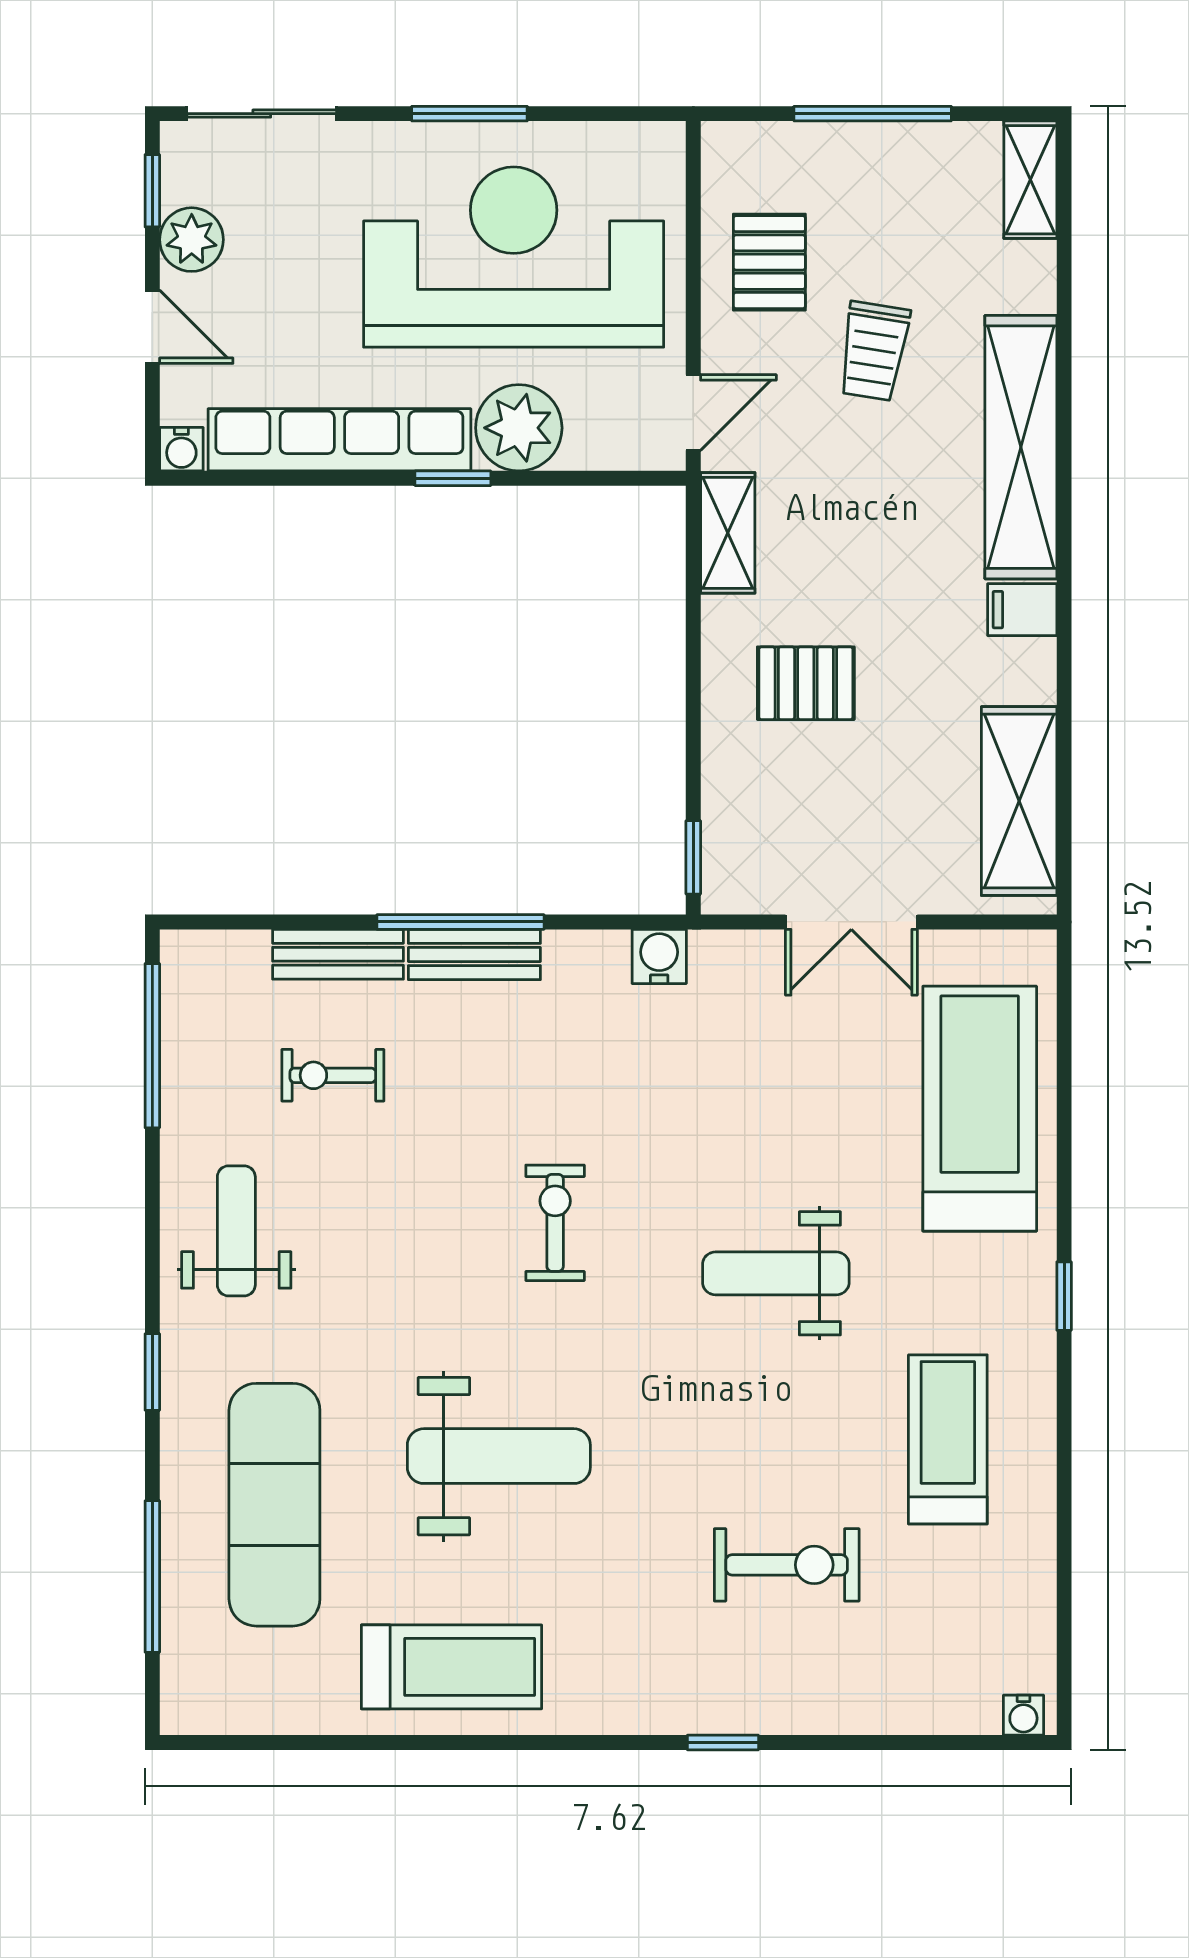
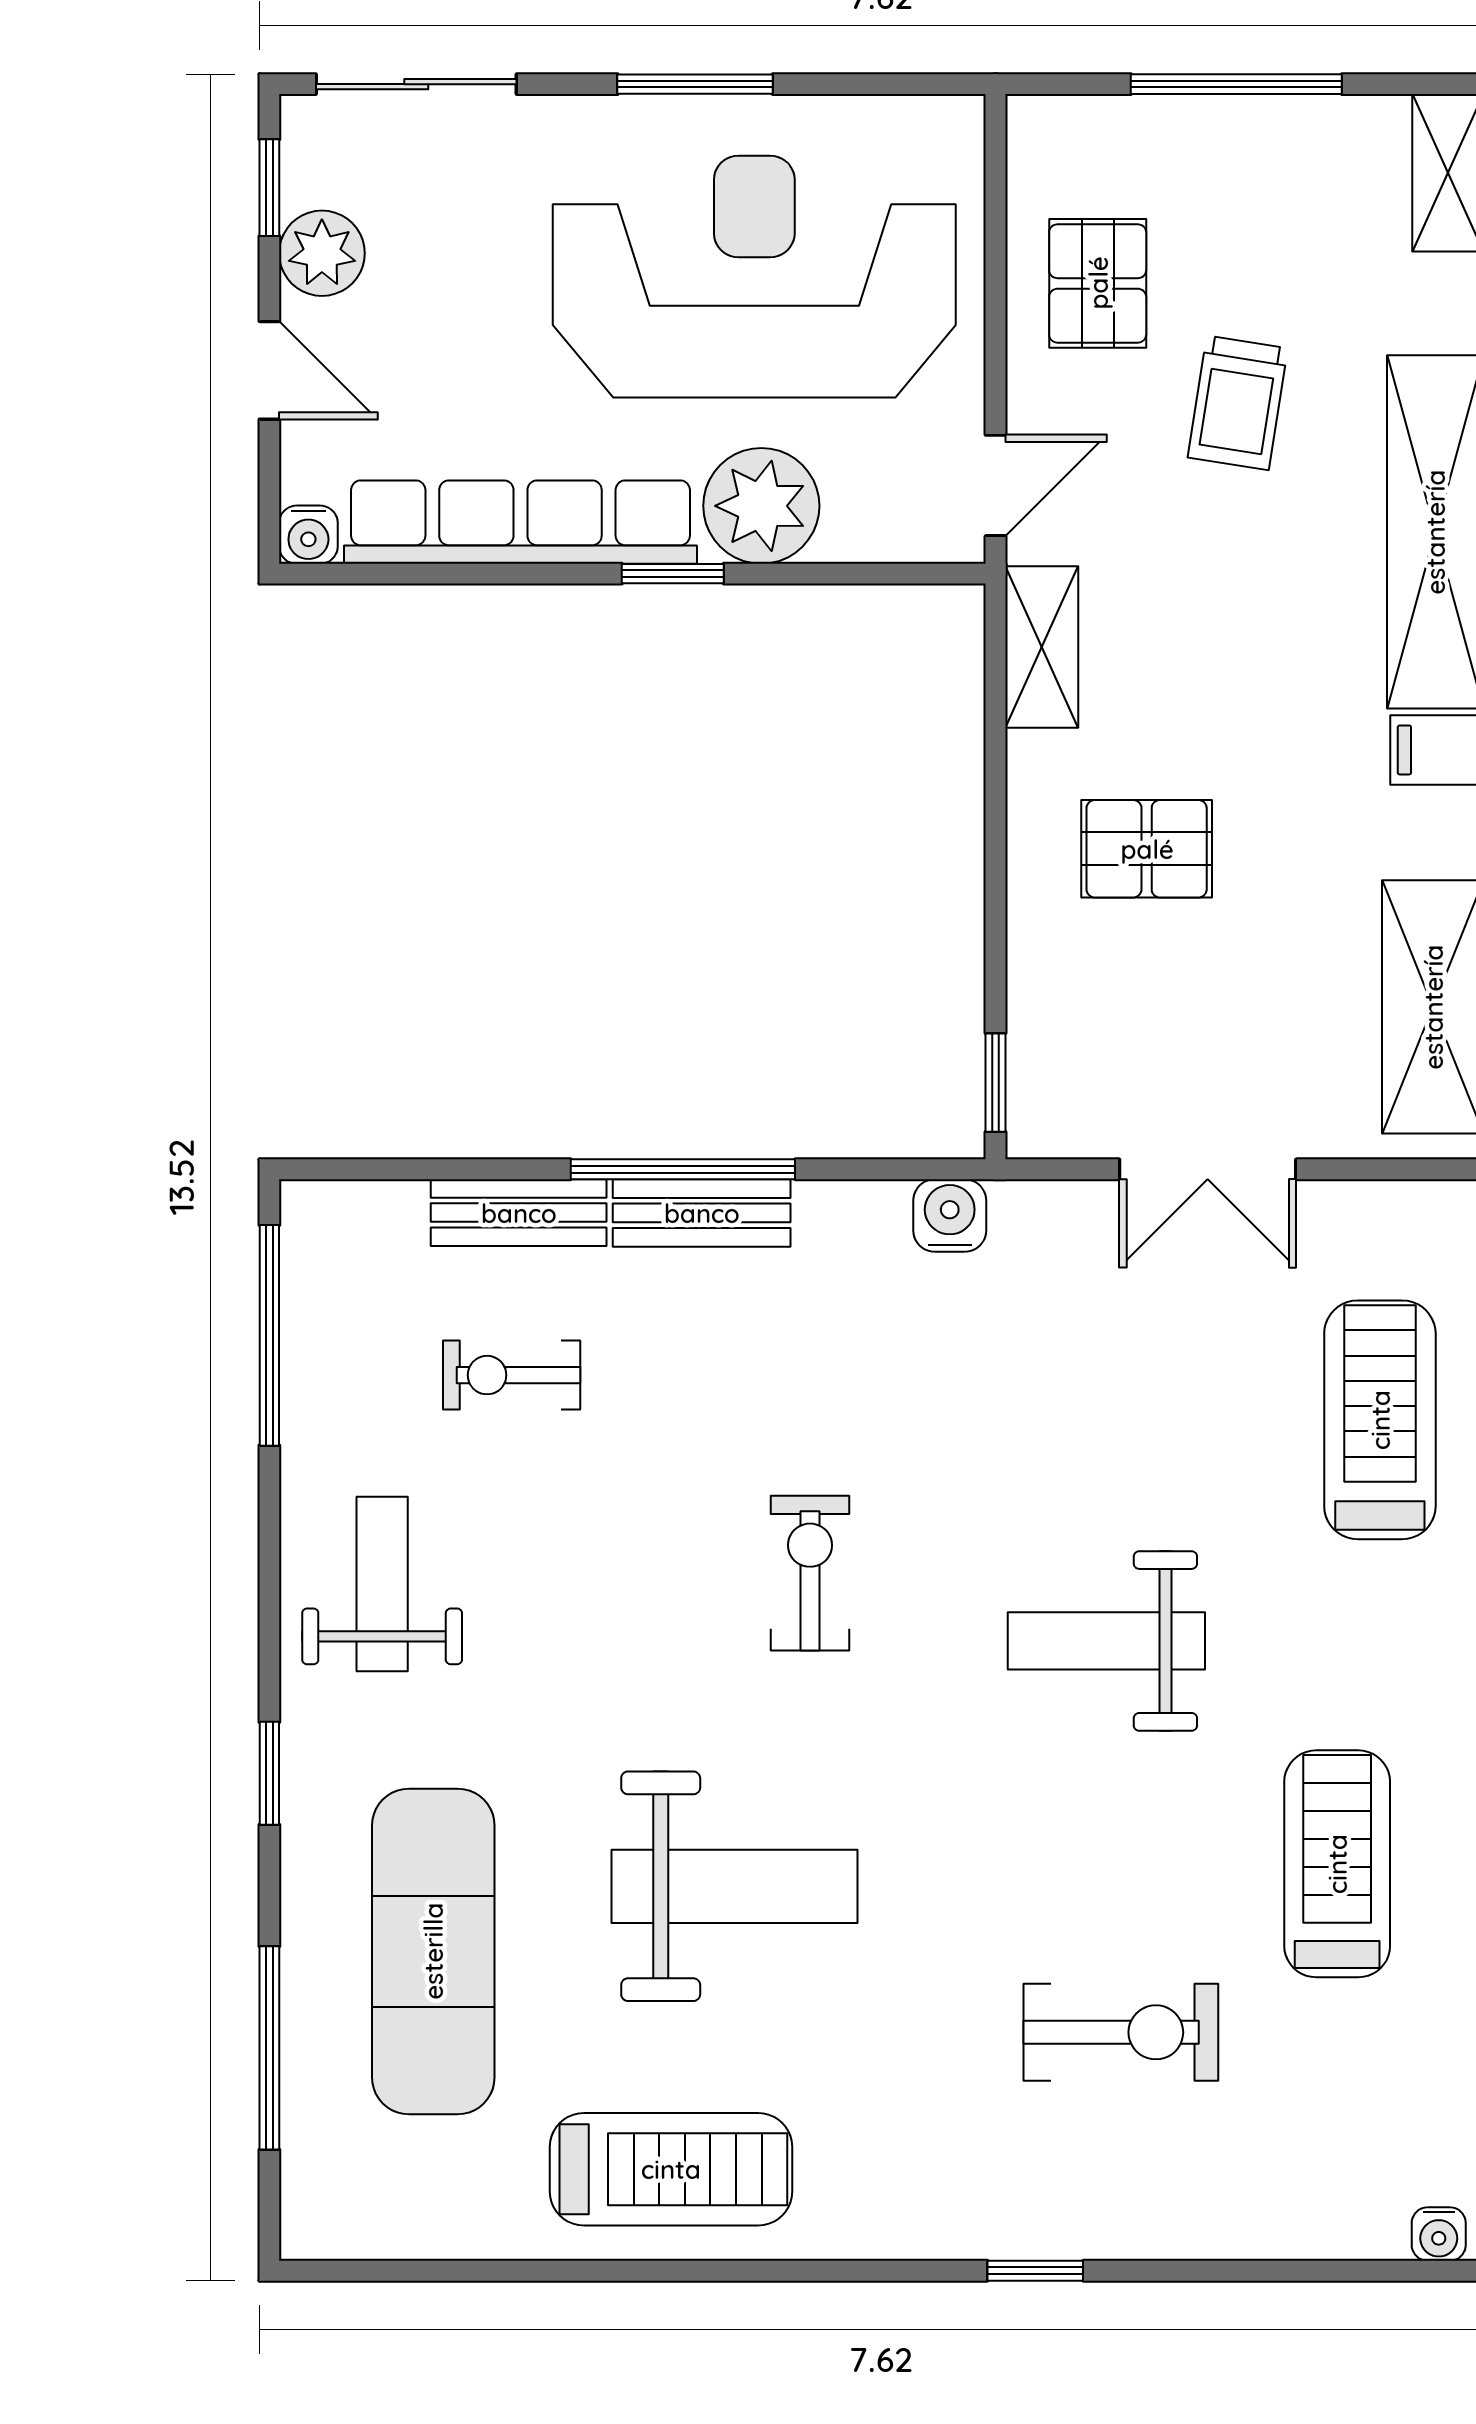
treadmill: (980, 1109) -> (1380, 1420), width x0.73, depth x0.73

